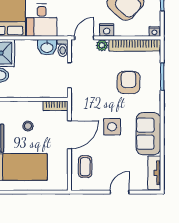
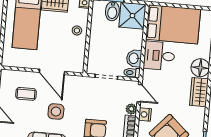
bookcase: (55, 106) -> (80, 61), removed
stool: (28, 126) -> (77, 30), moved
coffee table: (85, 167) -> (26, 94), moved

